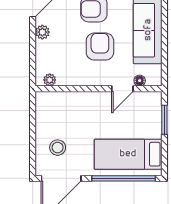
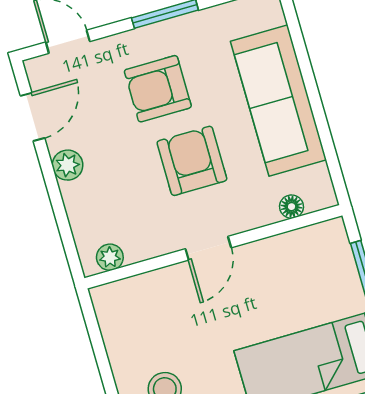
door: (122, 89) -> (208, 248), moved

